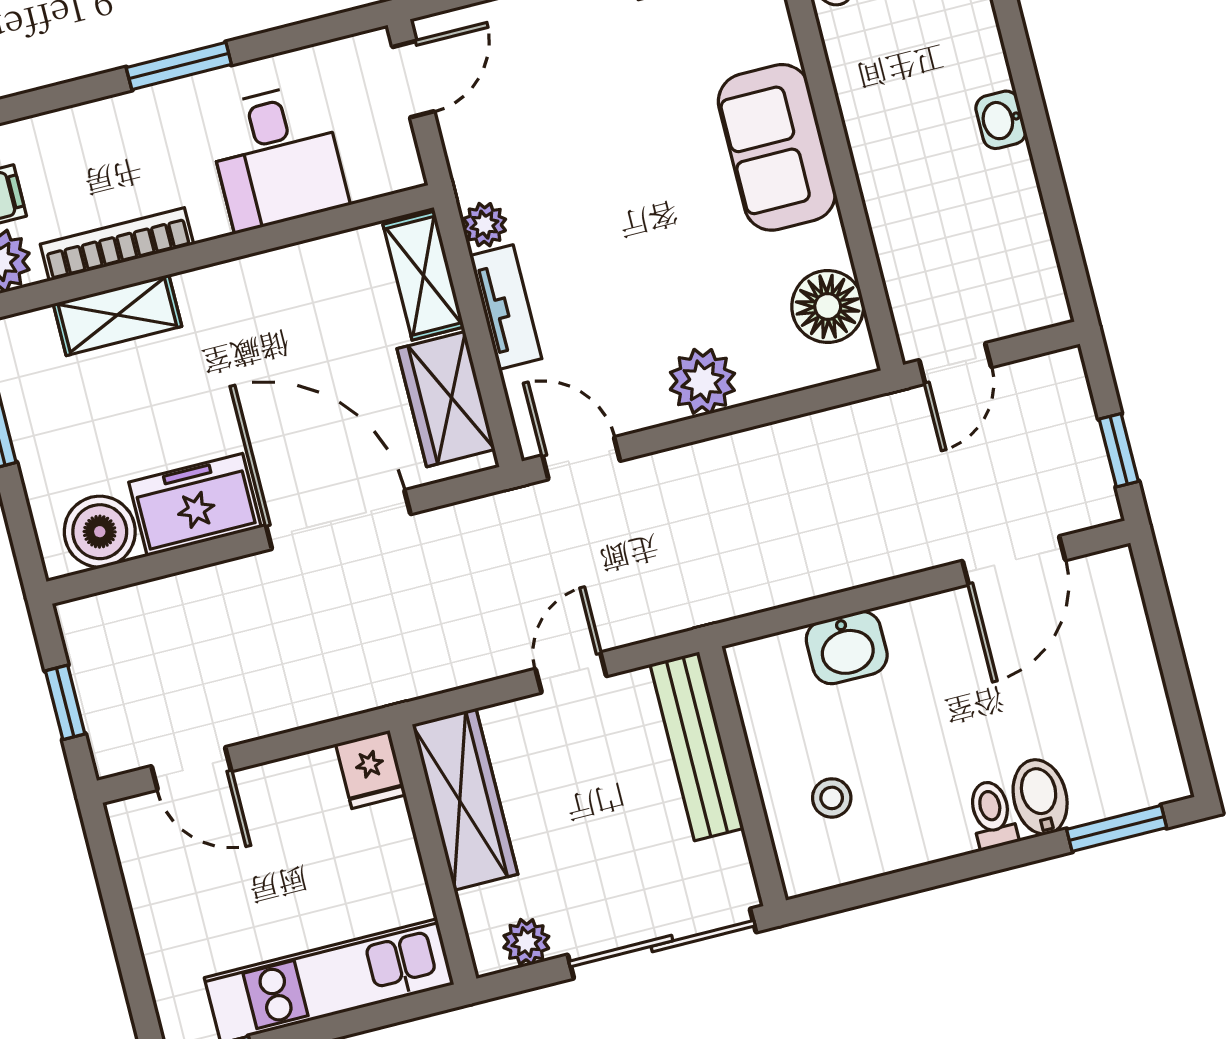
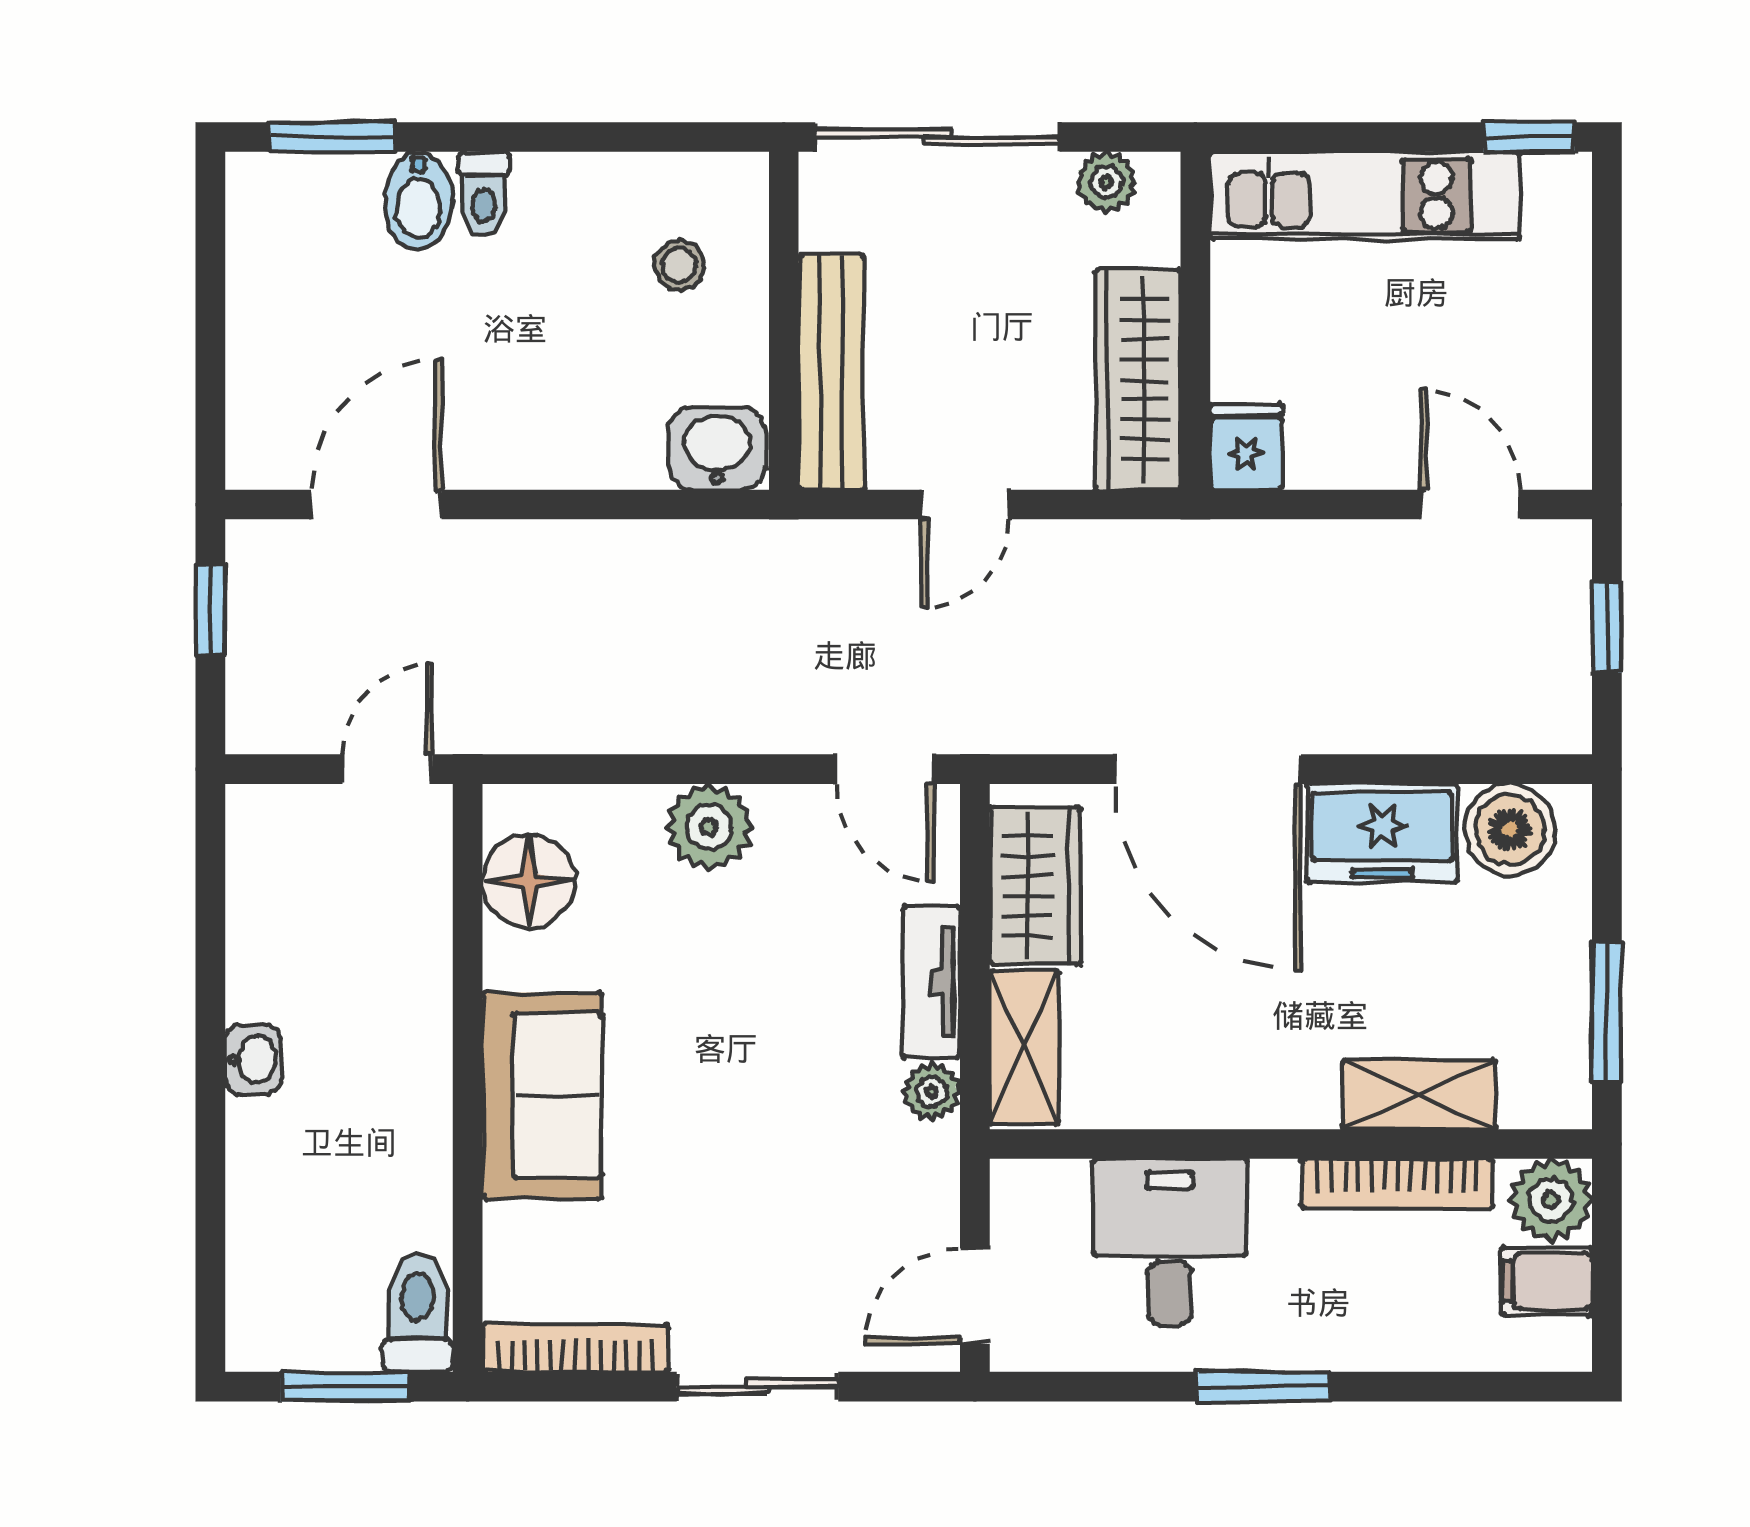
washbasin: (847, 648) -> (717, 449), moved

